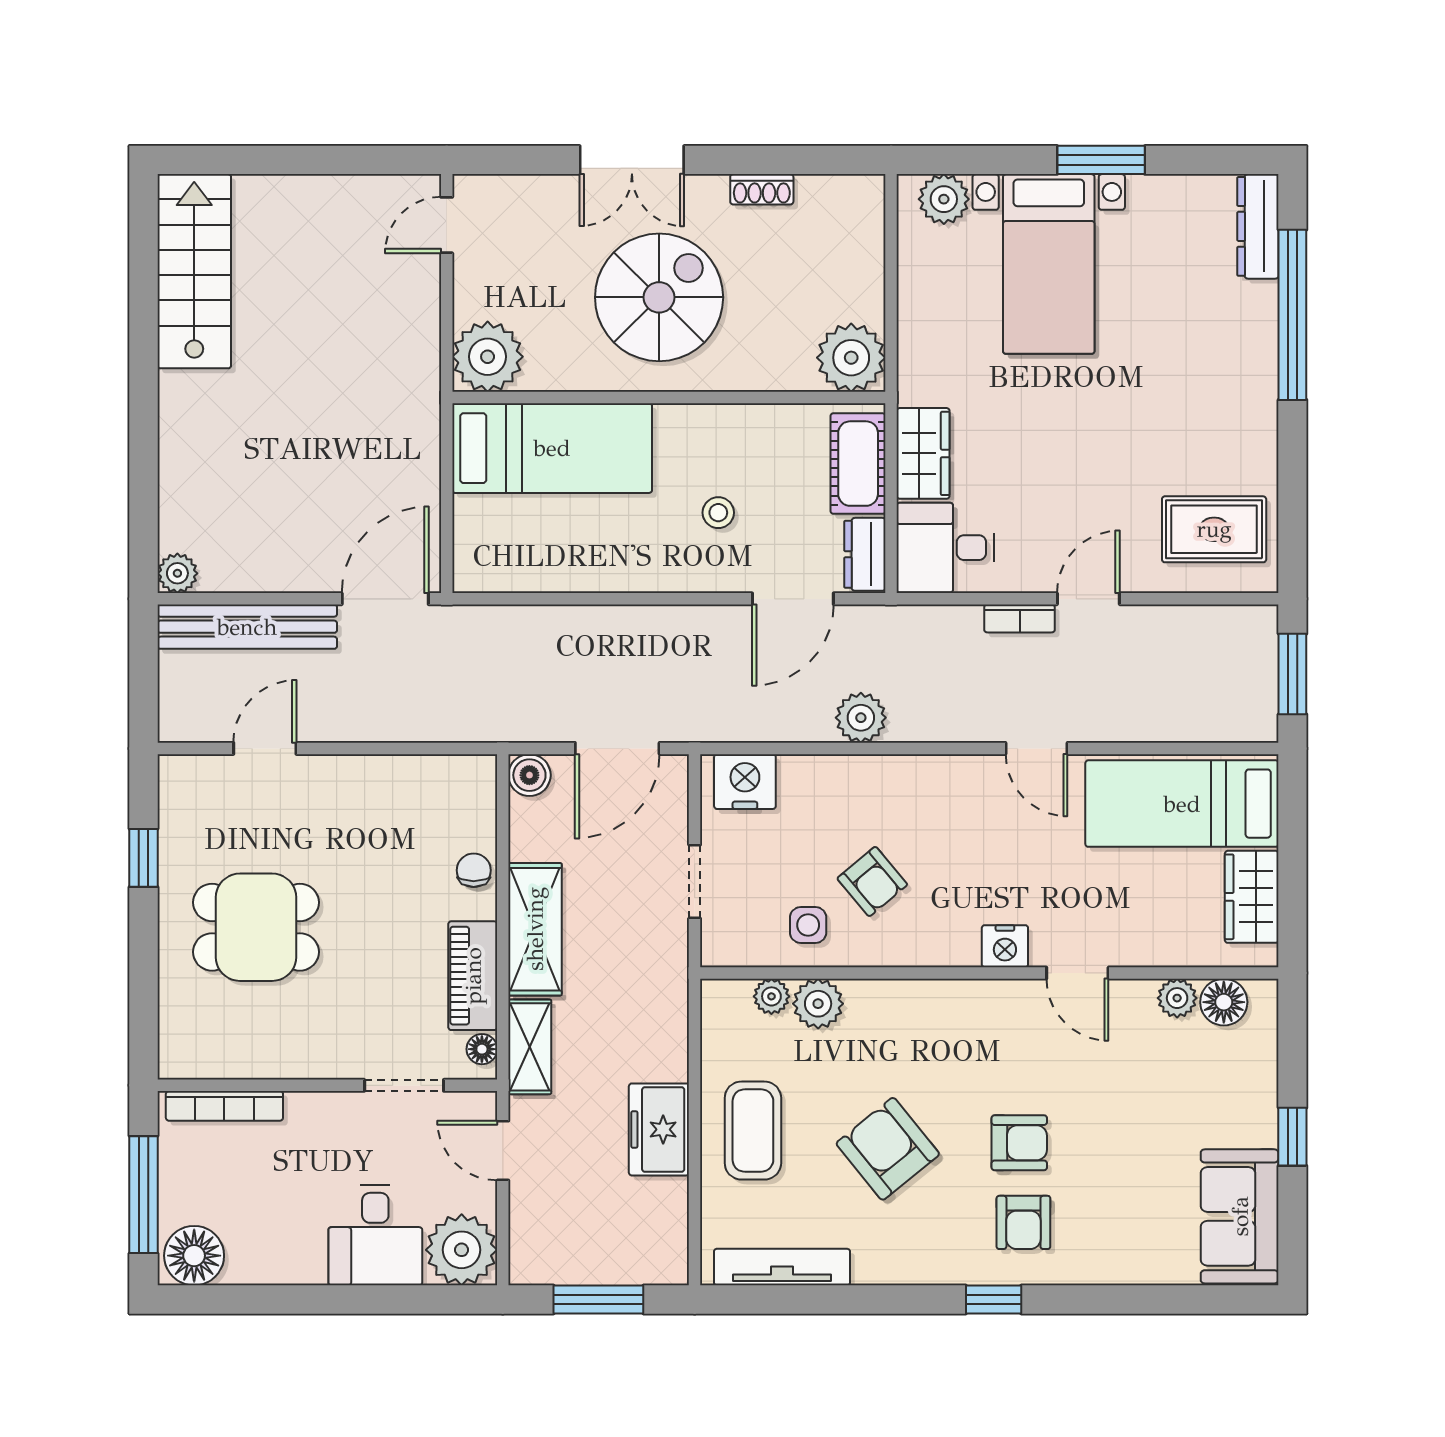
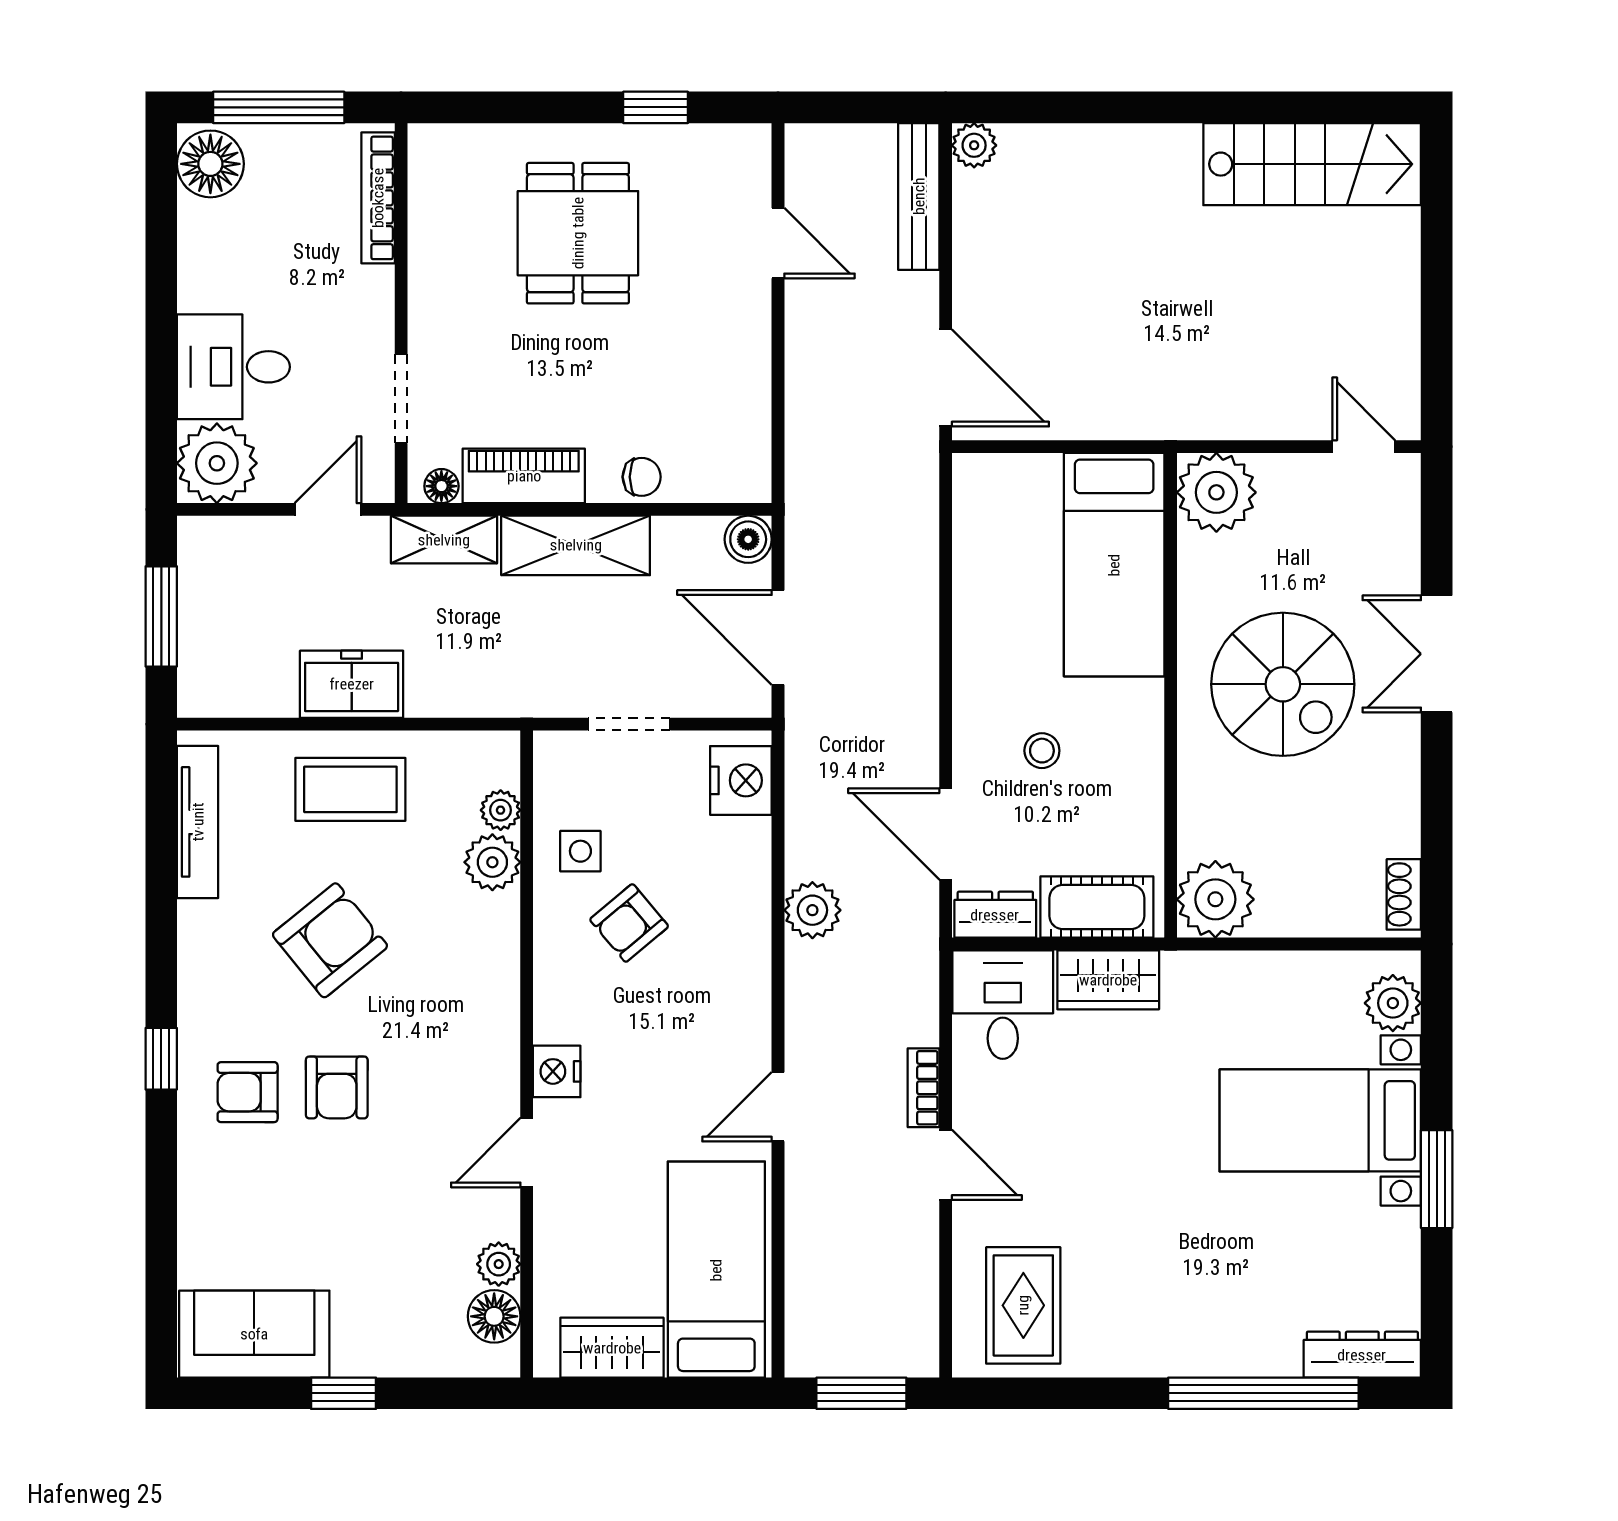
shoe rack: (762, 189) -> (1404, 894), moved
bench: (247, 627) -> (919, 196), width x0.73, depth x0.82

